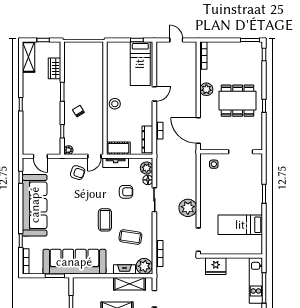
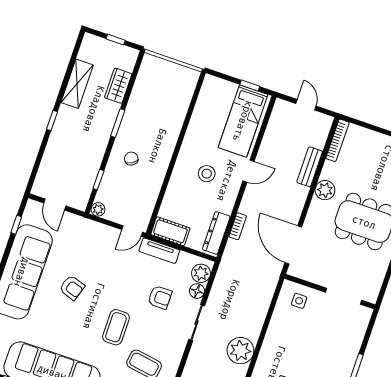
shelving: (28, 57) -> (77, 84), moved
bench: (192, 78) -> (310, 167), added
stool: (115, 104) -> (207, 174), moved
armchair: (78, 173) -> (72, 288), moved

